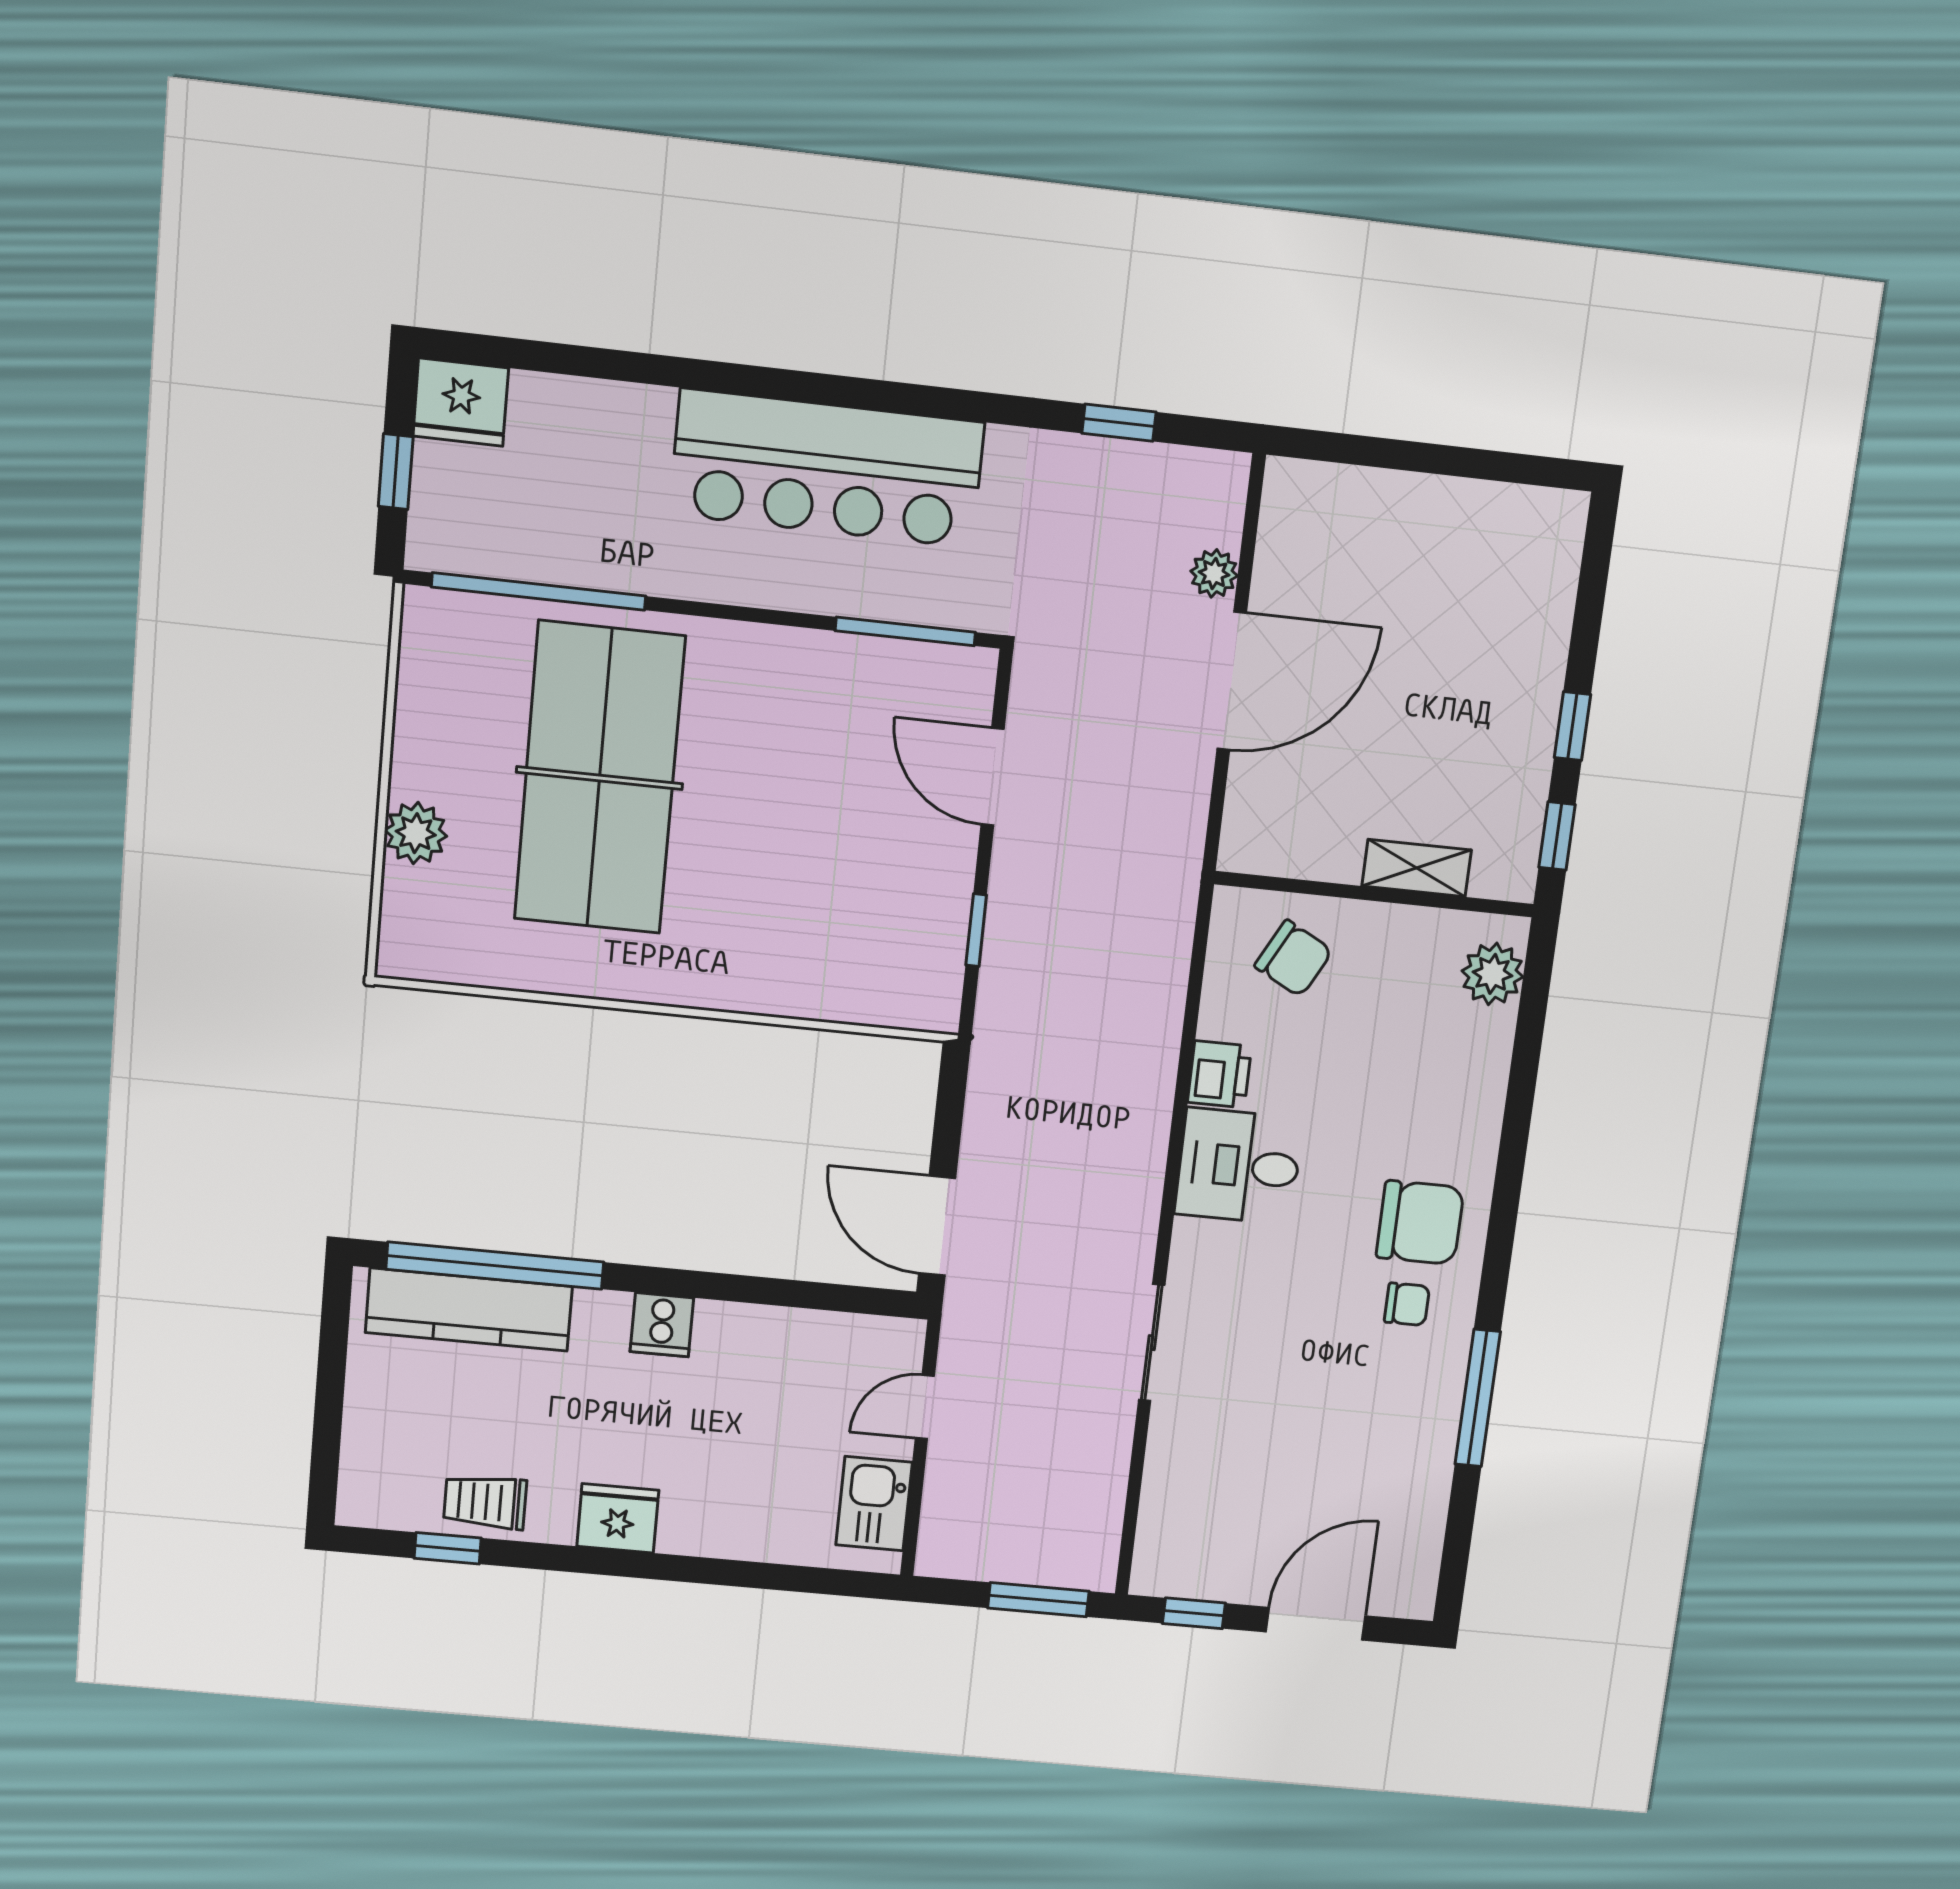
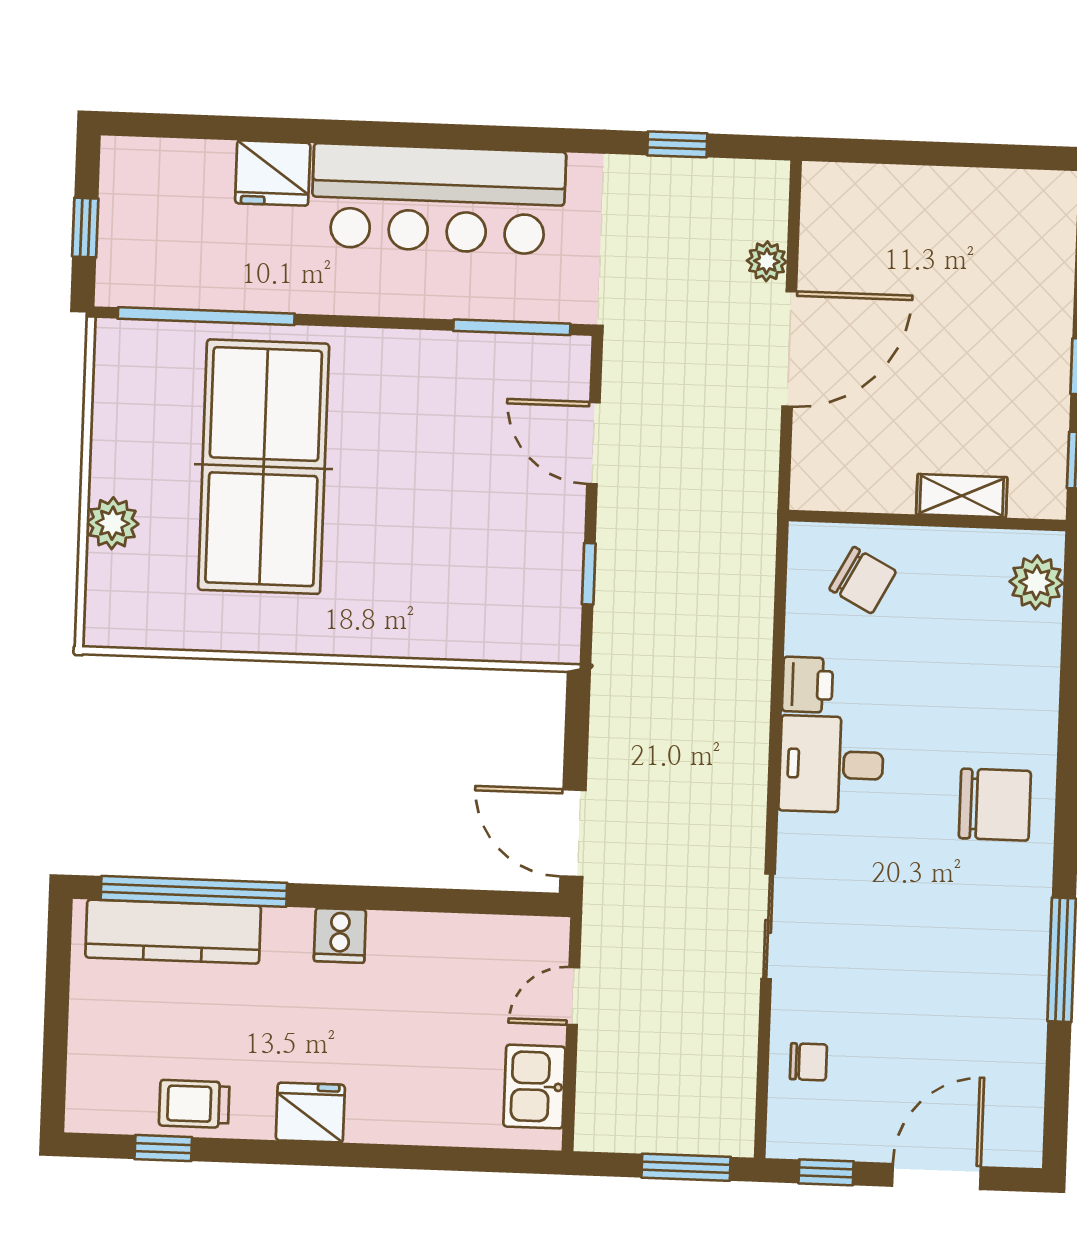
fridge: (461, 402) -> (273, 173), moved
chair: (1407, 1304) -> (808, 1062), moved

